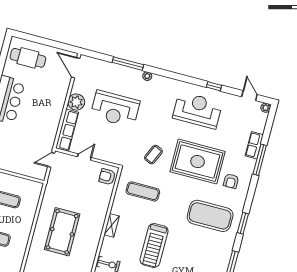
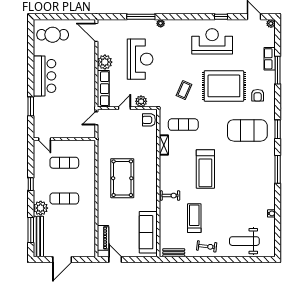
reception desk: (115, 109) -> (140, 59), turned -90
plant: (104, 155) -> (141, 101), added
shelving: (112, 225) -> (164, 145), moved

